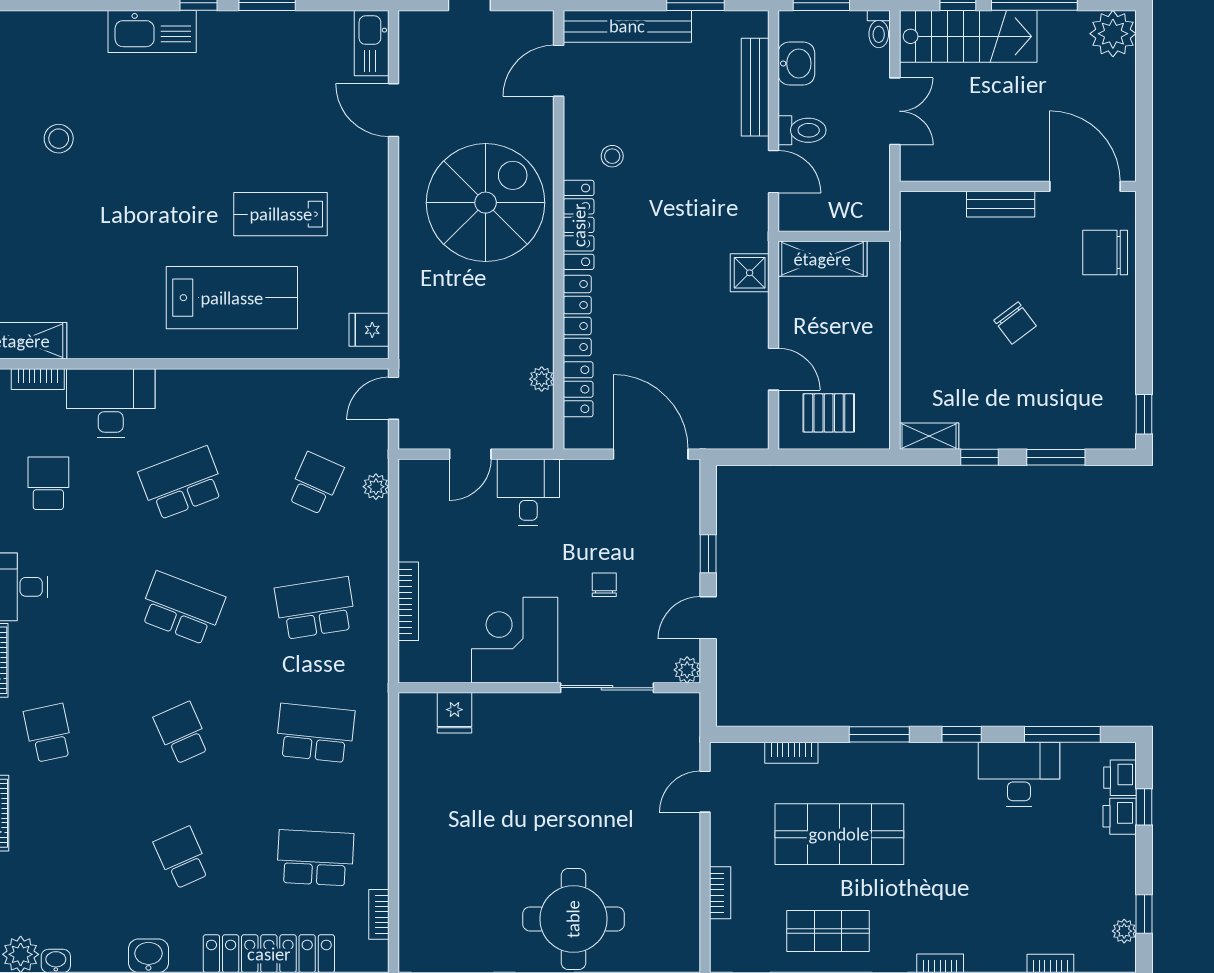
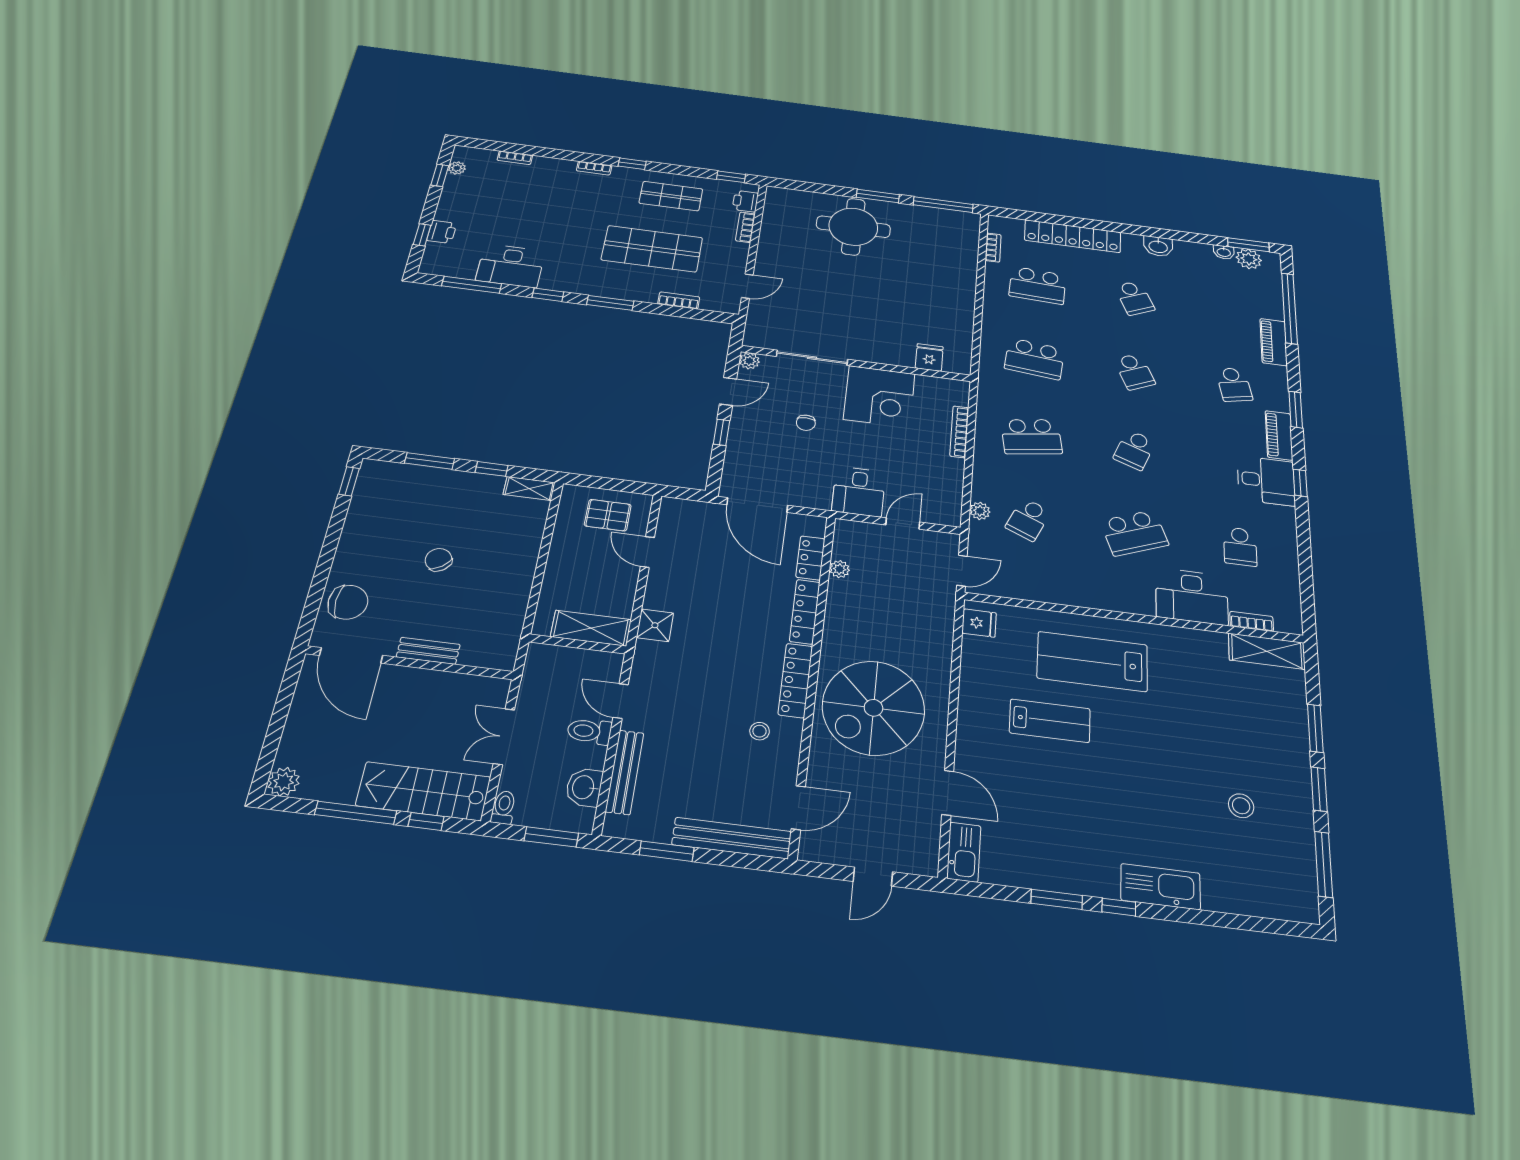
plant: (1113, 34) -> (284, 782), width x0.73, depth x0.73
school desk: (182, 608) -> (1134, 450), width x0.54
printer: (1120, 778) -> (745, 201), moved, turned 180

